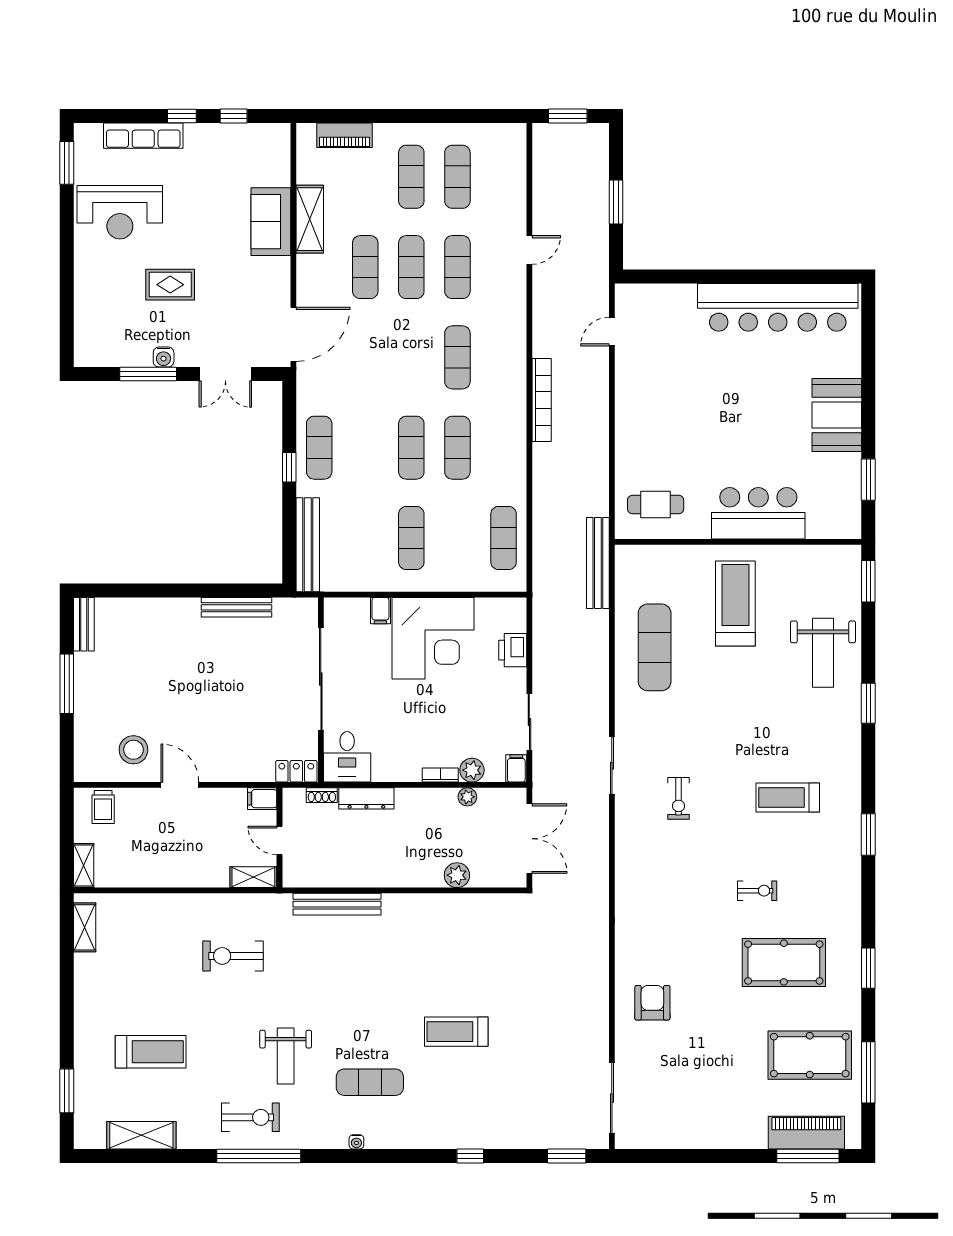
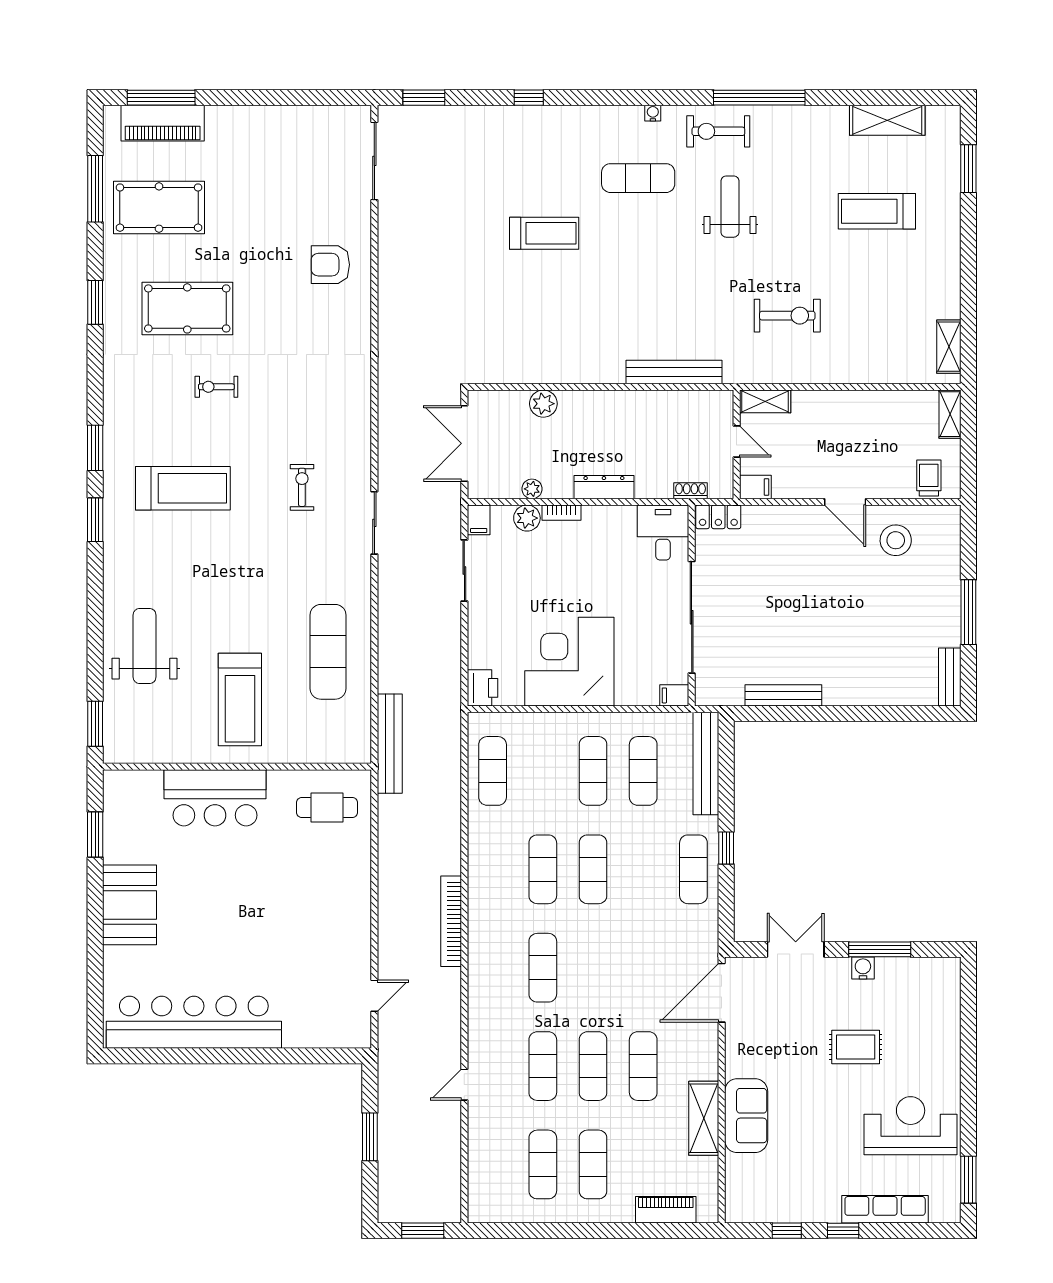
exercise mat: (365, 538) -> (643, 771), added
filing cabinet: (380, 611) -> (674, 695), moved, turned -90
printer: (513, 650) -> (482, 688), moved
window: (868, 703) -> (95, 520), moved
dresser: (366, 798) -> (604, 487), moved
treadmill: (788, 798) -> (183, 488), width x1.37, depth x1.38
armchair: (652, 1003) -> (330, 265), turned 90
exercise bike: (250, 1117) -> (718, 131), moved

